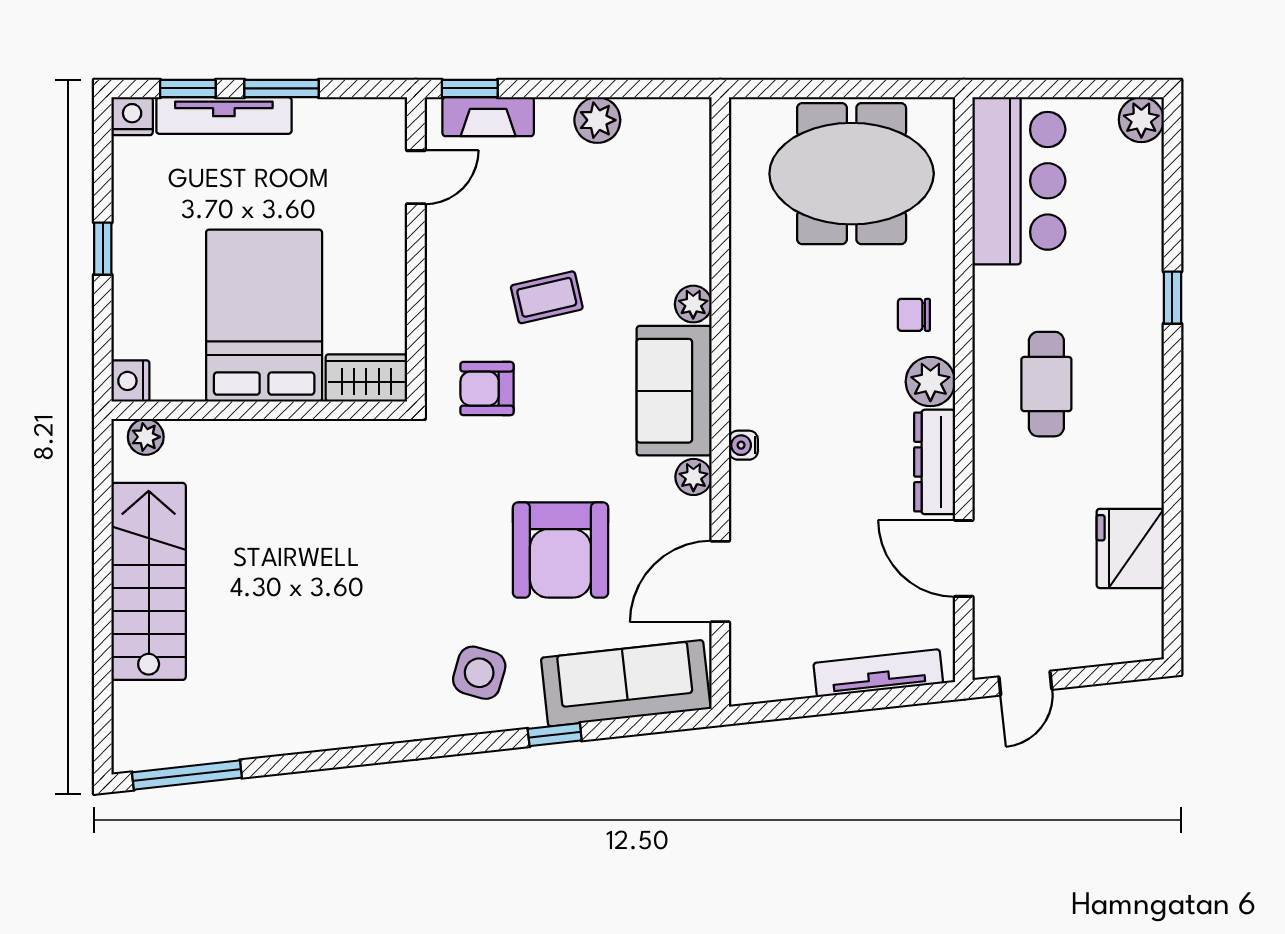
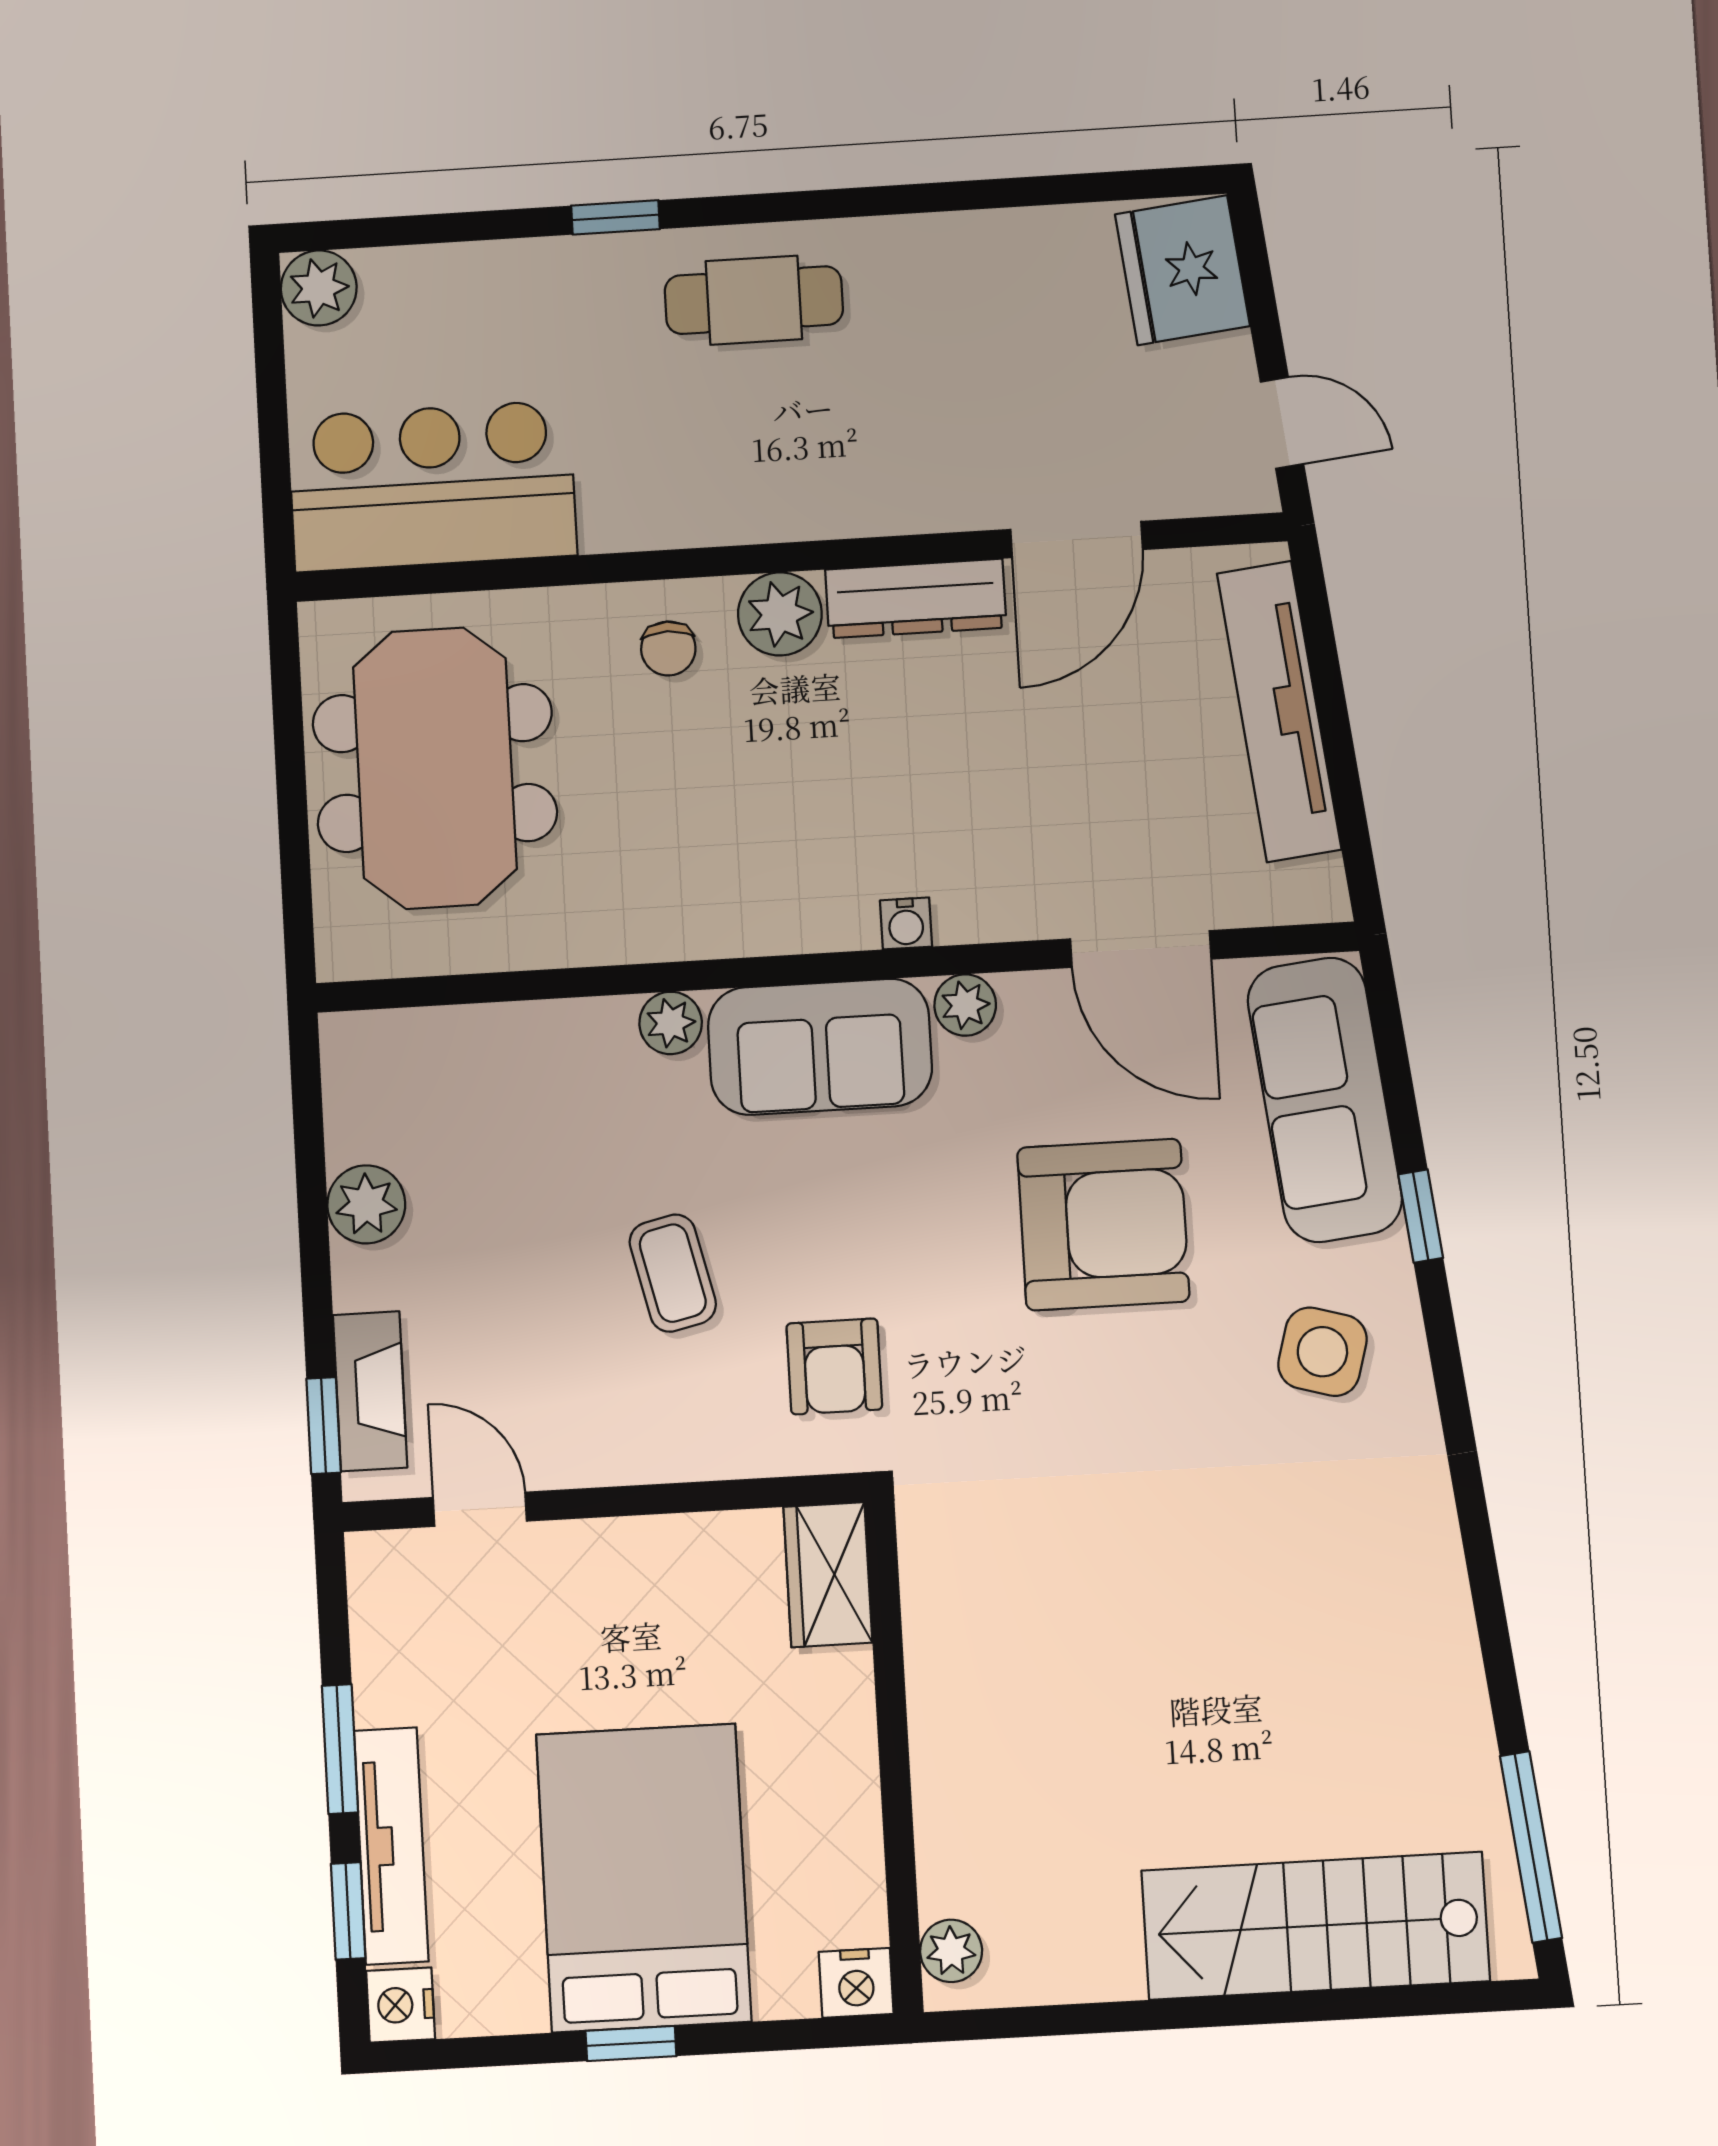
bed: (264, 316) -> (644, 1878), moved, turned 90
cafe table: (1046, 384) -> (754, 300), moved
fridge: (1130, 548) -> (1182, 270), moved, turned 84
stairs: (149, 581) -> (1316, 1926), moved
tv unit: (878, 673) -> (1279, 711), width x1.36, depth x1.29

